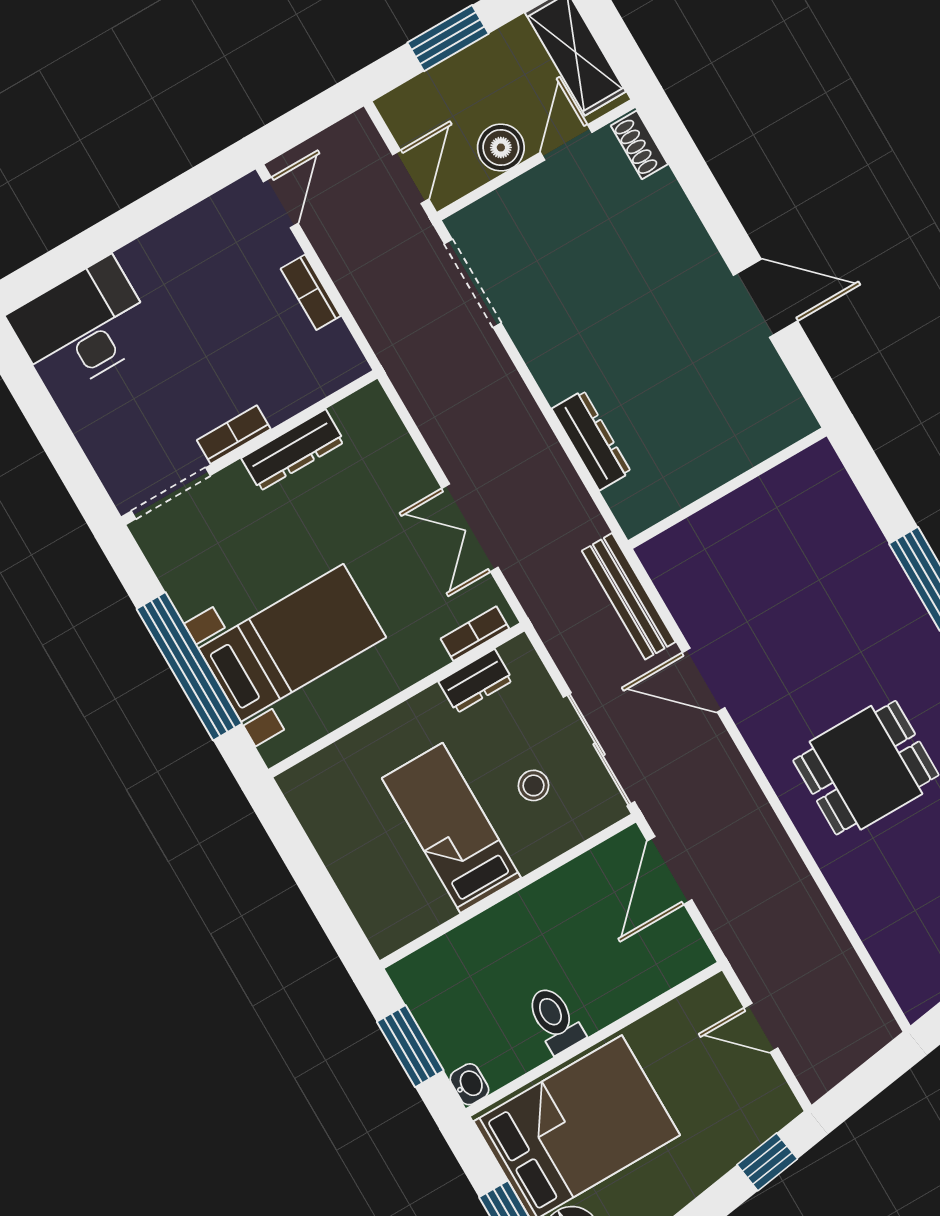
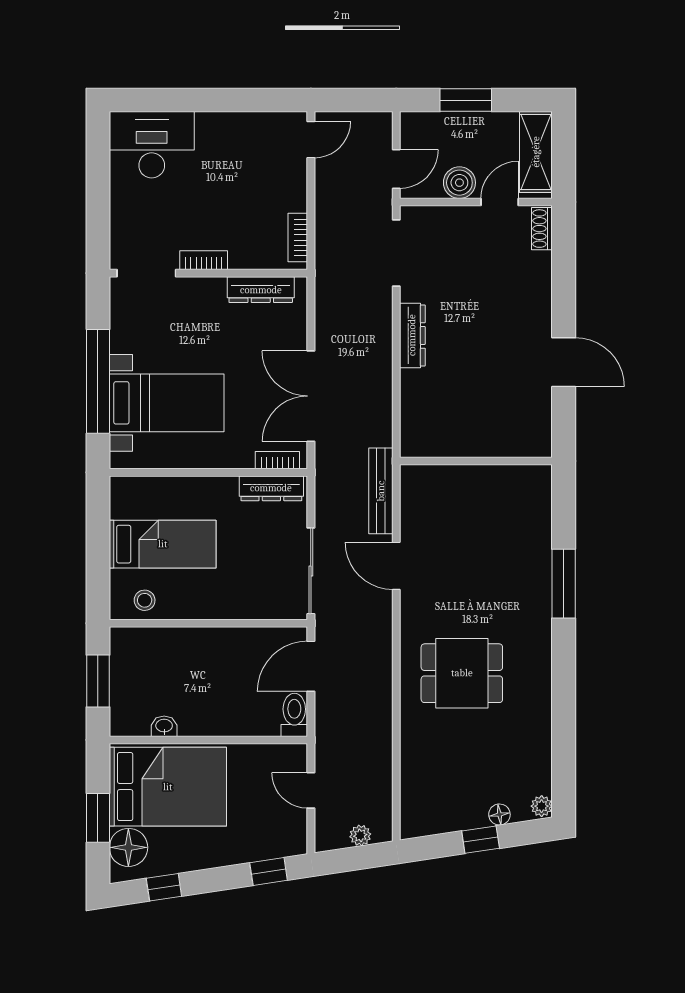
bookcase: (311, 292) -> (298, 238), moved
dresser: (591, 440) -> (412, 335), moved
dresser: (293, 450) -> (261, 290), moved
double door: (470, 528) -> (311, 396), width x1.37
dresser: (476, 681) -> (271, 488), width x1.44
stool: (534, 785) -> (145, 600), moved
bed: (451, 828) -> (163, 544), moved, turned 90
toilet: (555, 1019) -> (294, 715), moved
plant: (857, 1048) -> (360, 835), added
washbasin: (469, 1084) -> (164, 726), moved, turned -90

